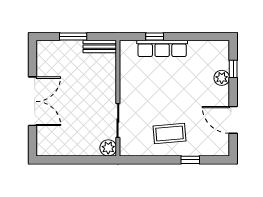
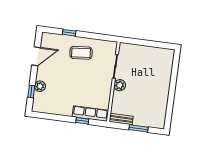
row of seats: (162, 48) -> (90, 114), moved
double door: (33, 101) -> (172, 87), removed
door: (233, 120) -> (36, 56), hinge flipped
plant: (108, 148) -> (120, 85), moved

